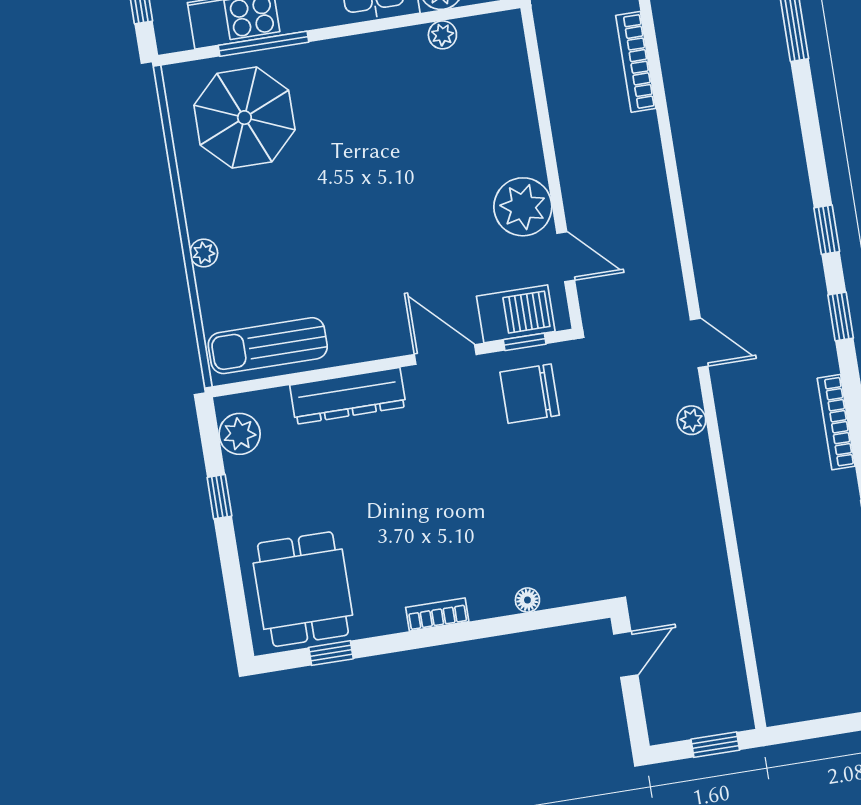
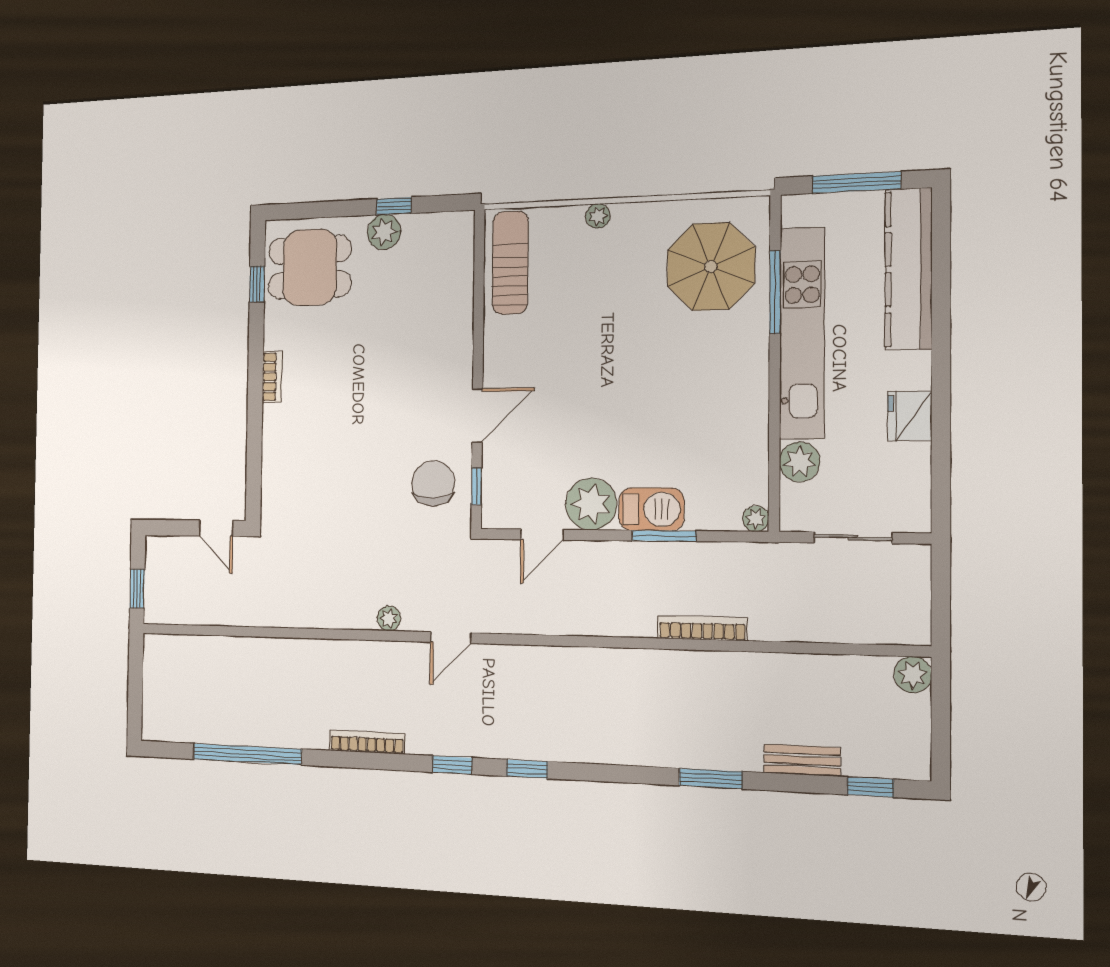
plant: (442, 35) -> (756, 519), moved
window: (544, 120) -> (664, 536), added
barbecue: (516, 314) -> (651, 509), moved, turned -90
dresser: (348, 396) -> (457, 326), removed
plant: (240, 434) -> (384, 232), moved
floor lamp: (527, 600) -> (271, 454), removed

